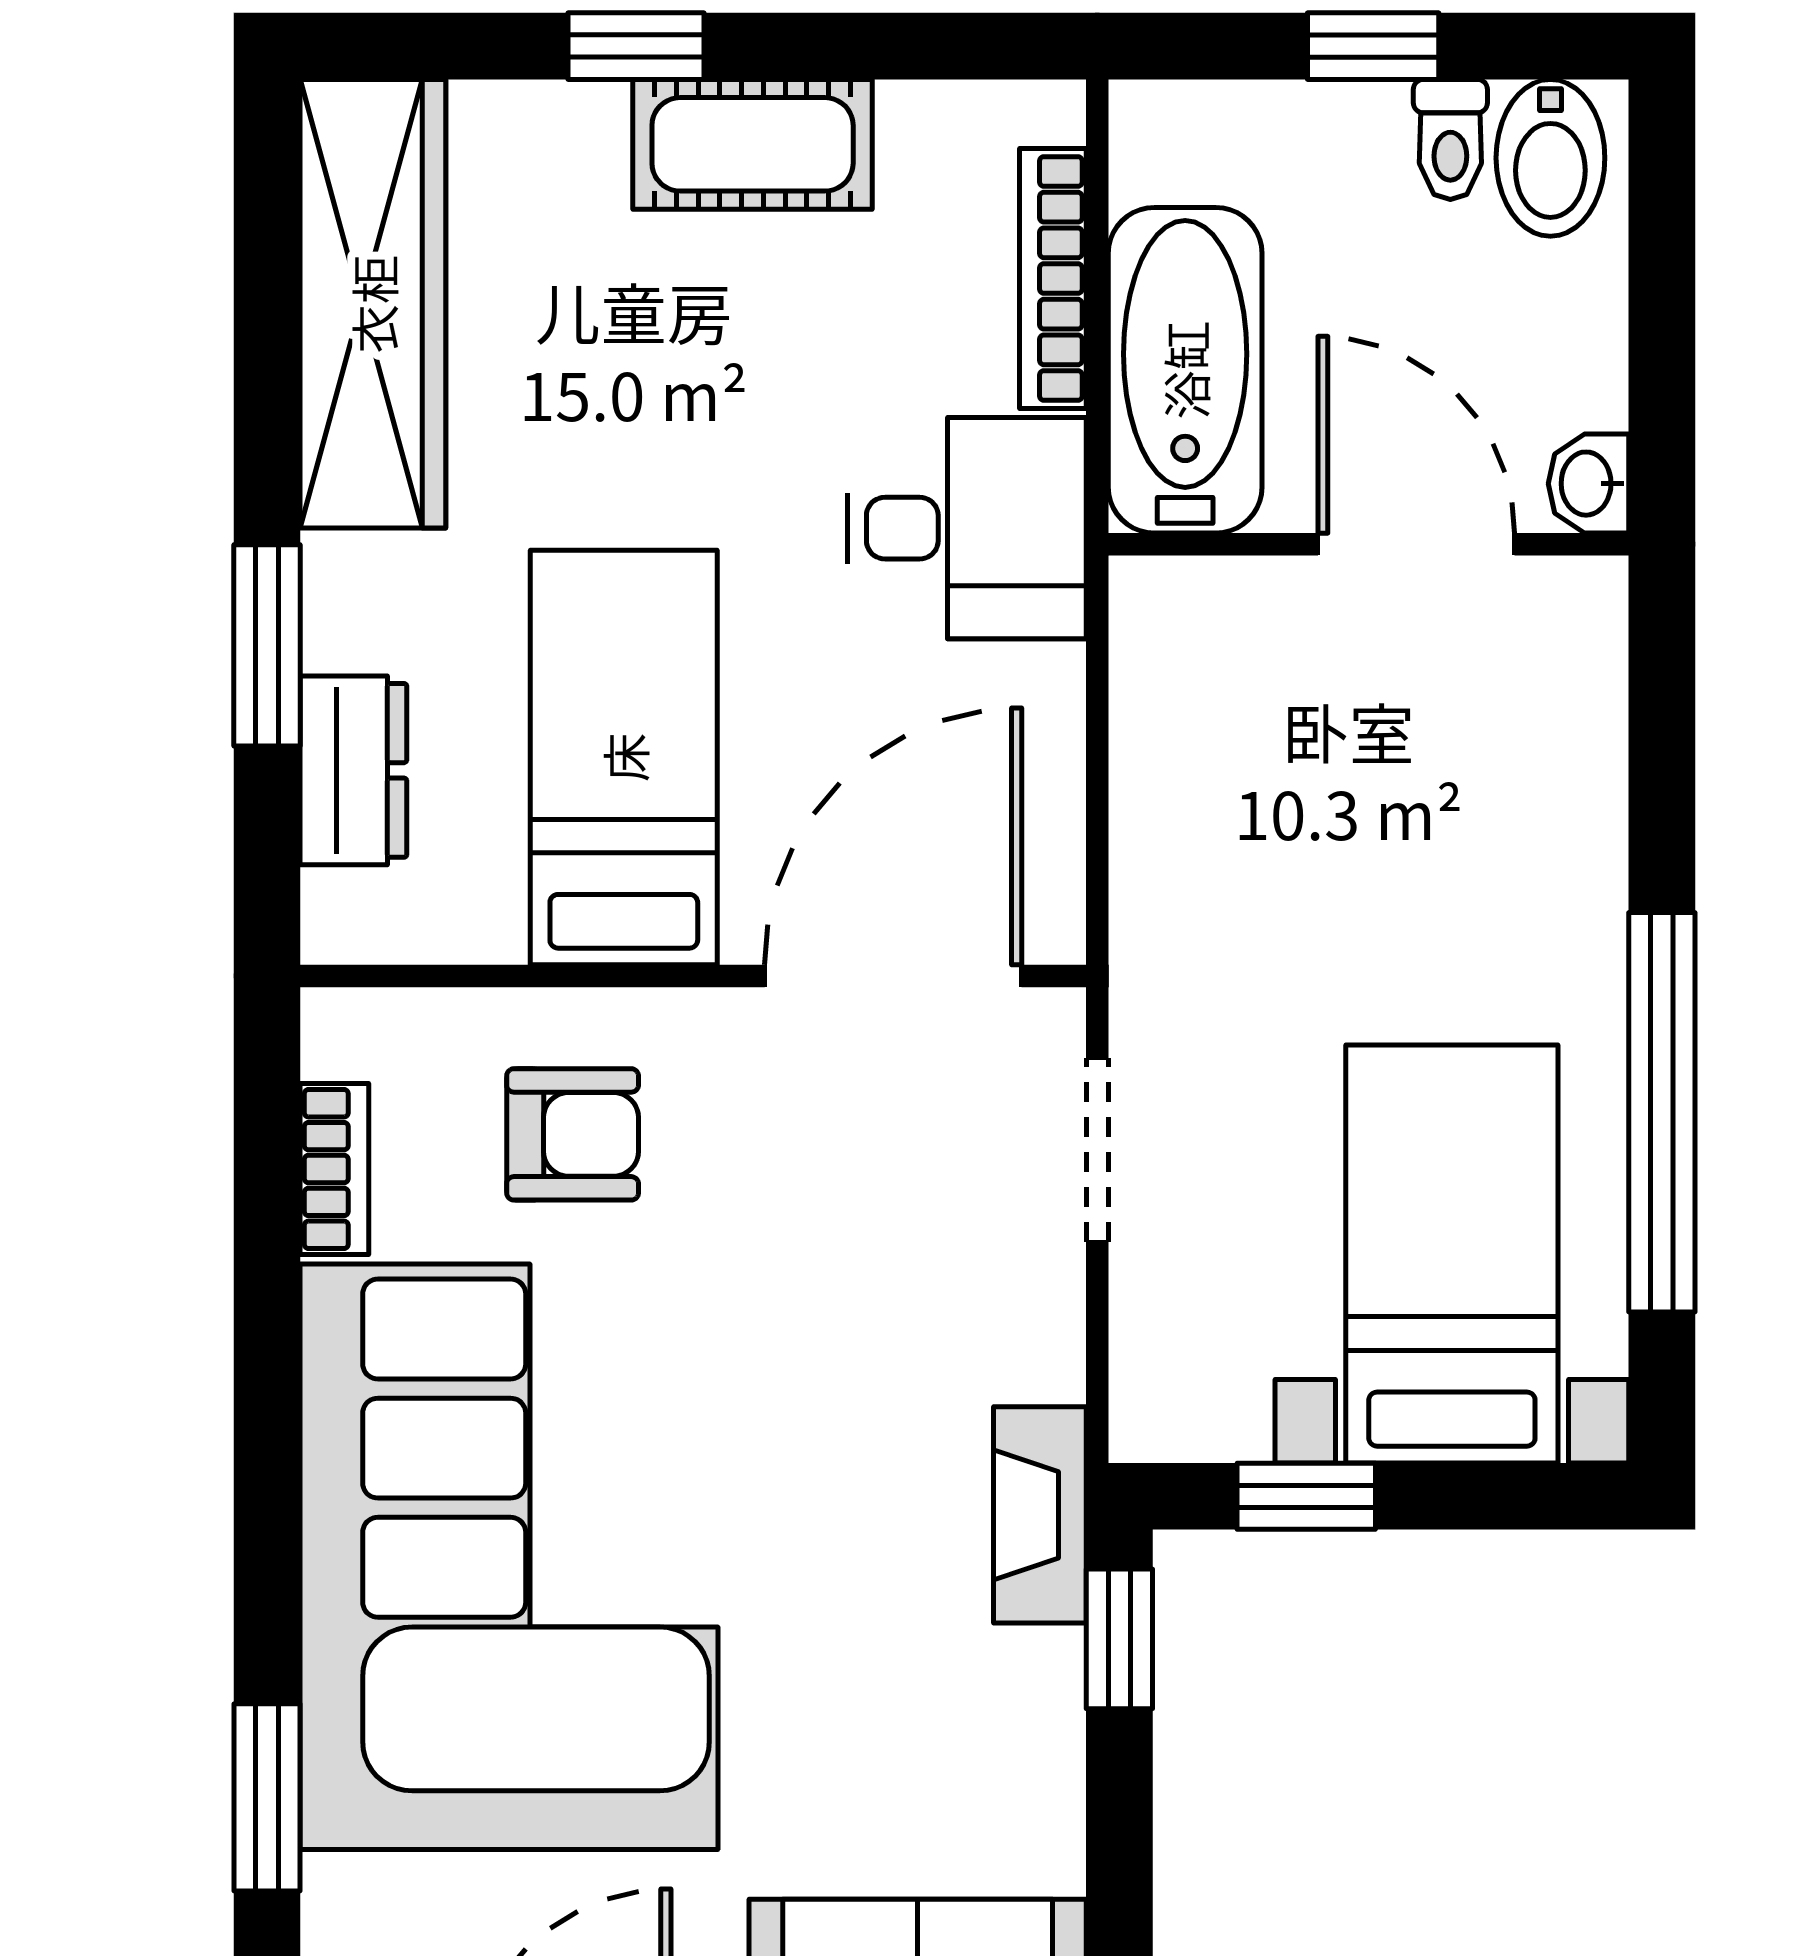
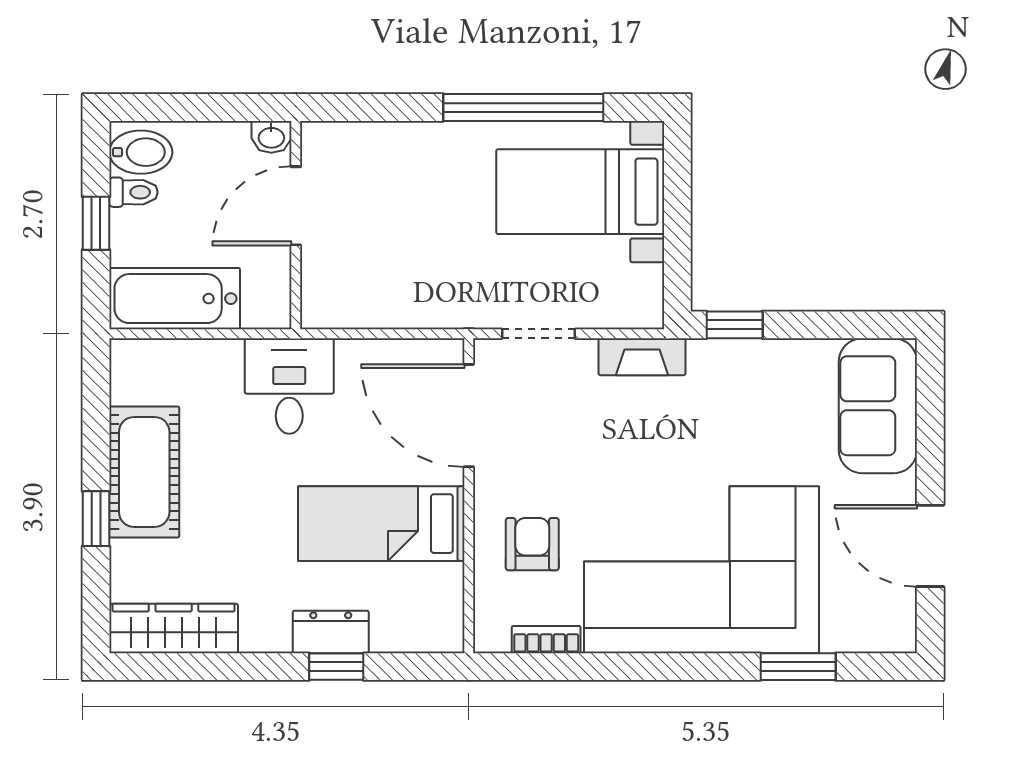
cot: (753, 144) -> (144, 472), width x1.37, depth x1.34
bookcase: (1053, 278) -> (189, 352), removed
wardrobe: (373, 304) -> (174, 628), width x0.71, depth x0.85
bathtub: (1185, 370) -> (175, 299), moved
window: (267, 645) -> (336, 667), width x0.67
dresser: (353, 770) -> (331, 632), moved
window: (1306, 1496) -> (677, 250), removed
fireplace: (1040, 1515) -> (642, 357), moved

